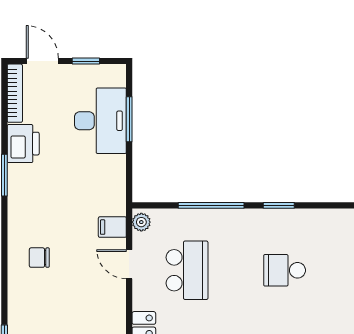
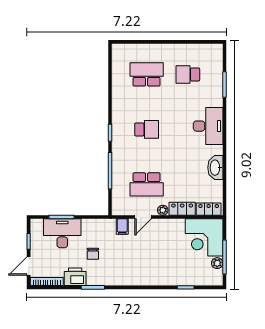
plant: (141, 222) -> (163, 210), moved
chair: (39, 258) -> (93, 254), moved
school desk: (187, 270) -> (147, 184), turned 180
school desk: (285, 270) -> (147, 129), turned -90

